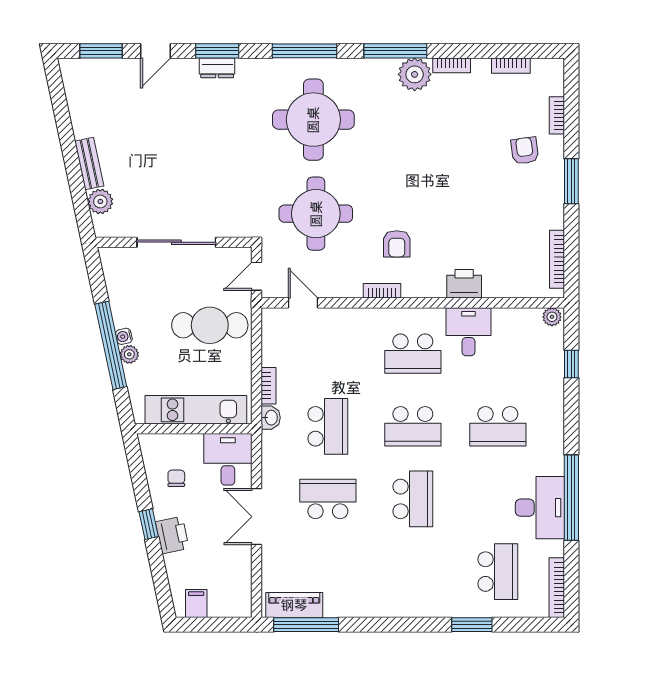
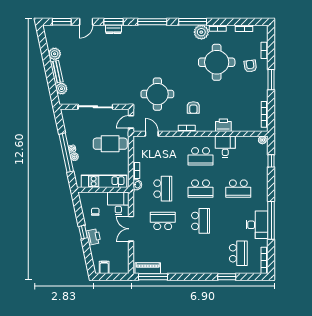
round table: (313, 120) -> (217, 62), moved
plant: (85, 123) -> (55, 54), added

